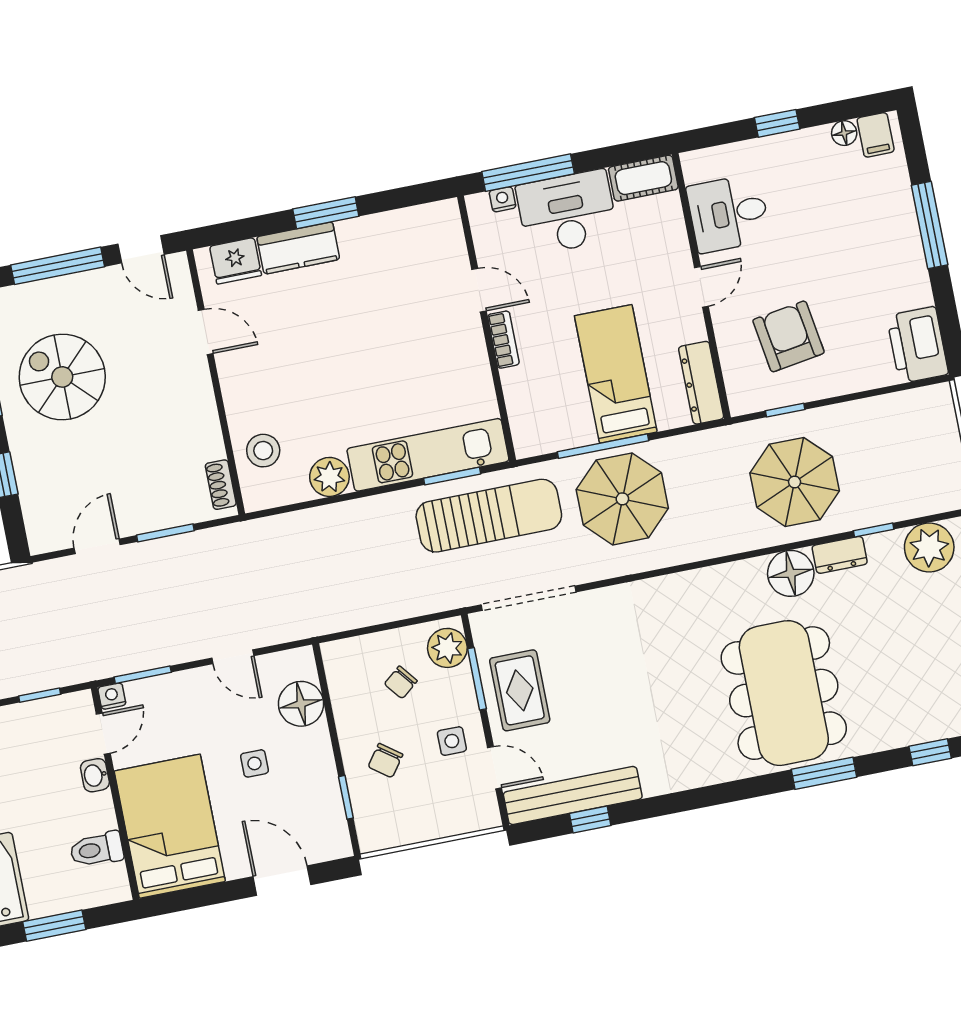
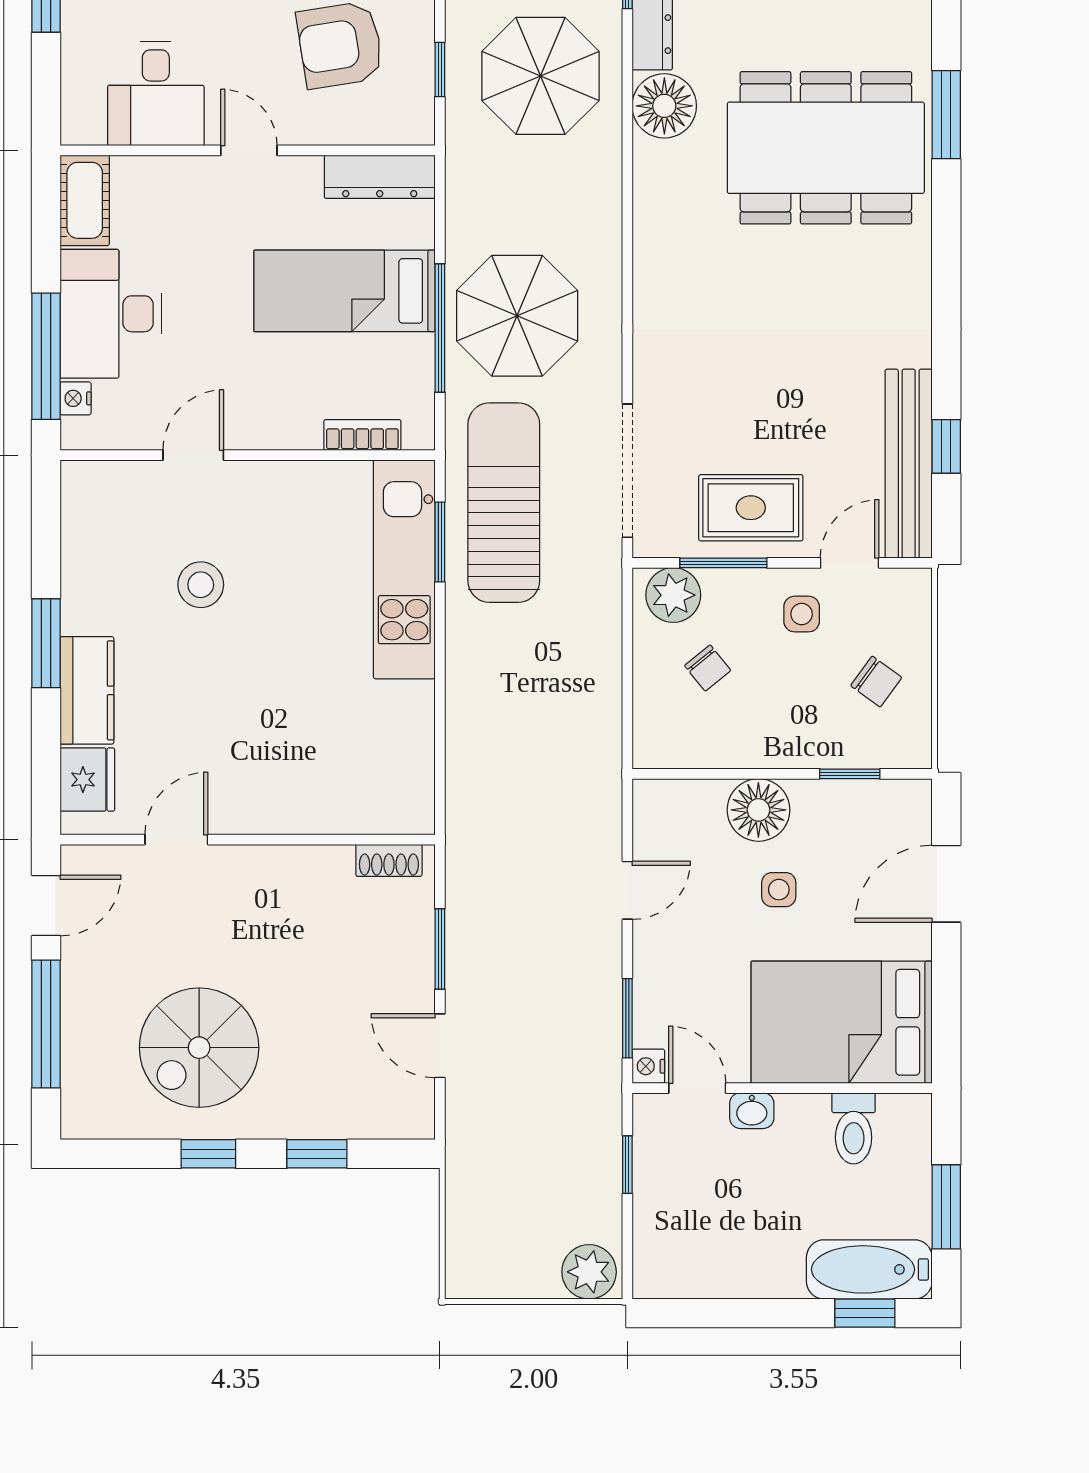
bookcase: (503, 340) -> (362, 435), moved
stool: (263, 451) -> (201, 585), moved
plant: (329, 477) -> (408, 710), removed
floor lamp: (301, 704) -> (758, 810), moved
chair: (385, 761) -> (876, 682), moved

